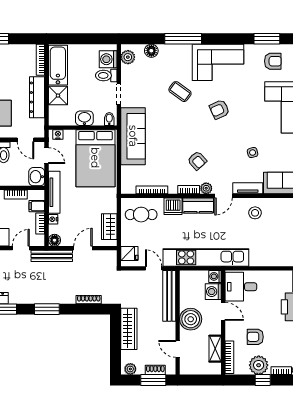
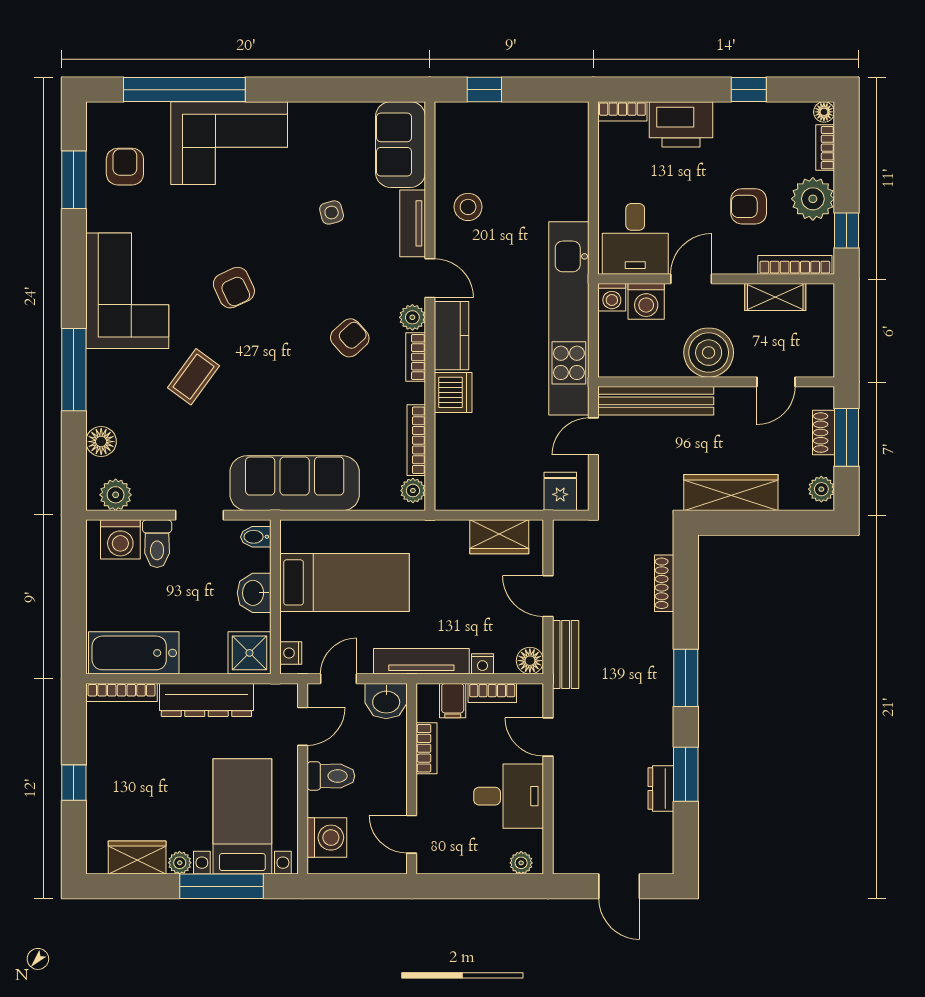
shower: (58, 96) -> (249, 653), moved
bed: (95, 158) -> (345, 582), width x0.67
plant: (130, 189) -> (413, 491), added
cafe table: (141, 215) -> (472, 465), removed
bench: (52, 256) -> (566, 655), width x0.73
armchair: (255, 337) -> (749, 206), turned 90
window: (263, 380) -> (846, 230), moved

